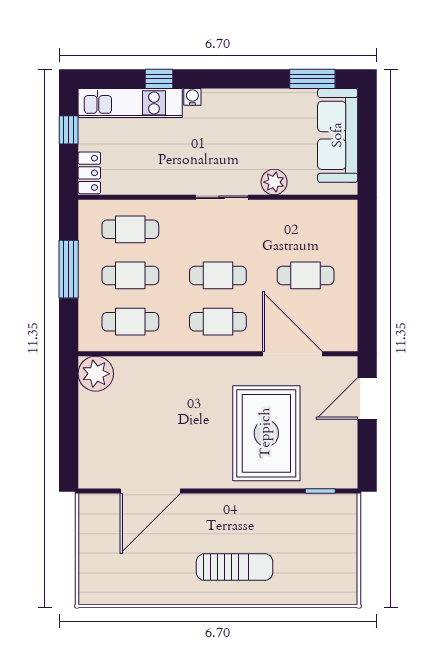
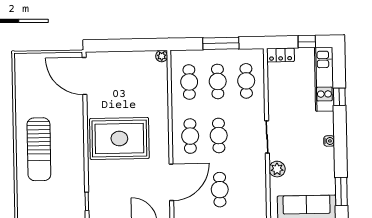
water cooler: (192, 97) -> (329, 141), moved
plant: (96, 374) -> (162, 56), width x0.53, depth x0.53
rug: (266, 433) -> (119, 138), moved
door: (150, 491) -> (84, 76), moved
sun lounger: (235, 567) -> (39, 149), width x1.36, depth x1.34

